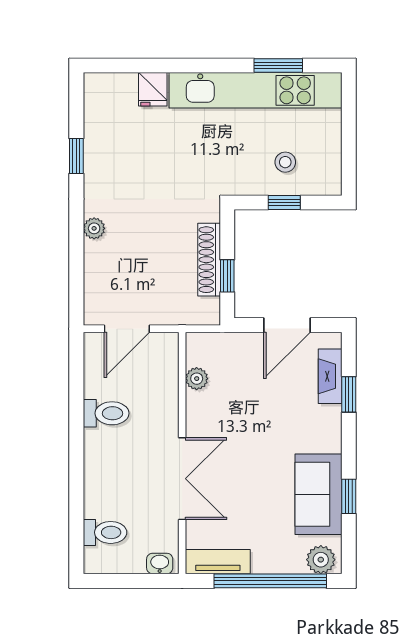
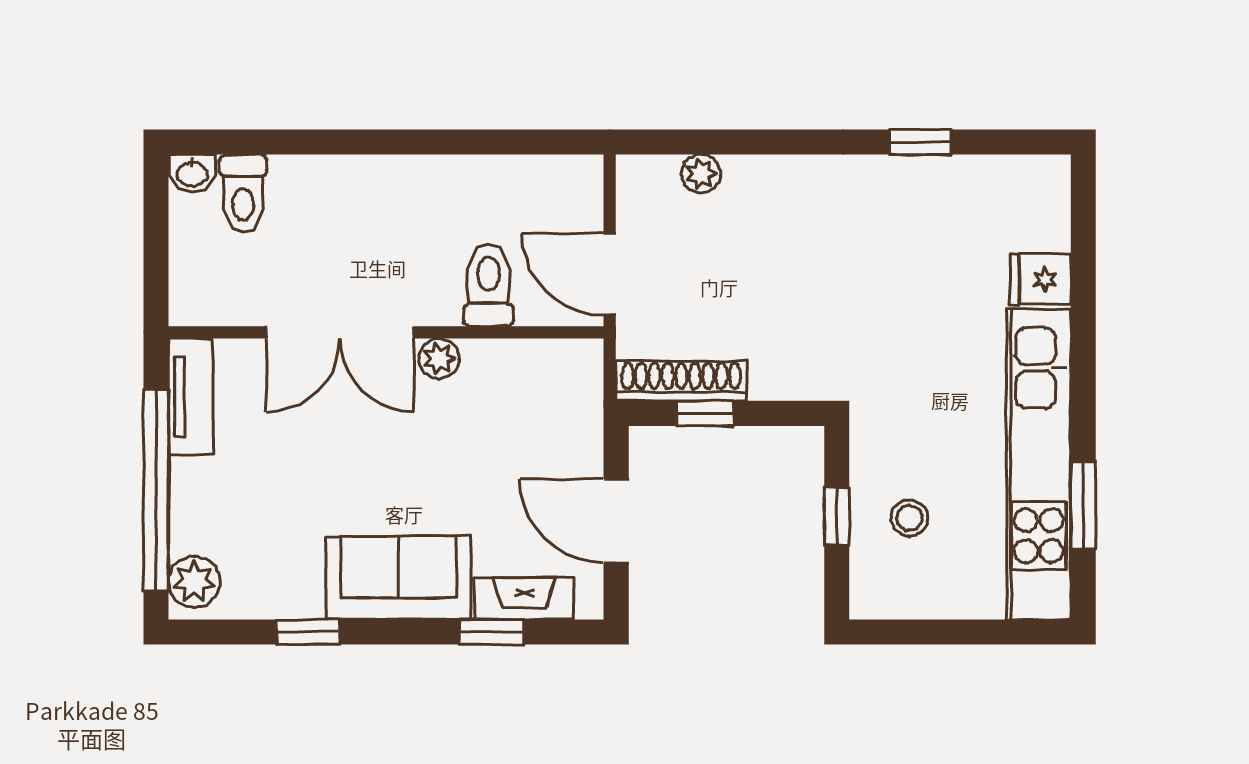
plant: (94, 228) -> (701, 174), moved
shoe rack: (209, 260) -> (681, 381), moved
door: (127, 329) -> (610, 274), moved
plant: (197, 379) -> (439, 358), moved
toilet: (106, 413) -> (489, 285), moved, turned 180
sofa: (319, 494) -> (398, 578), moved
washbasin: (160, 563) -> (192, 173), moved, turned 90

